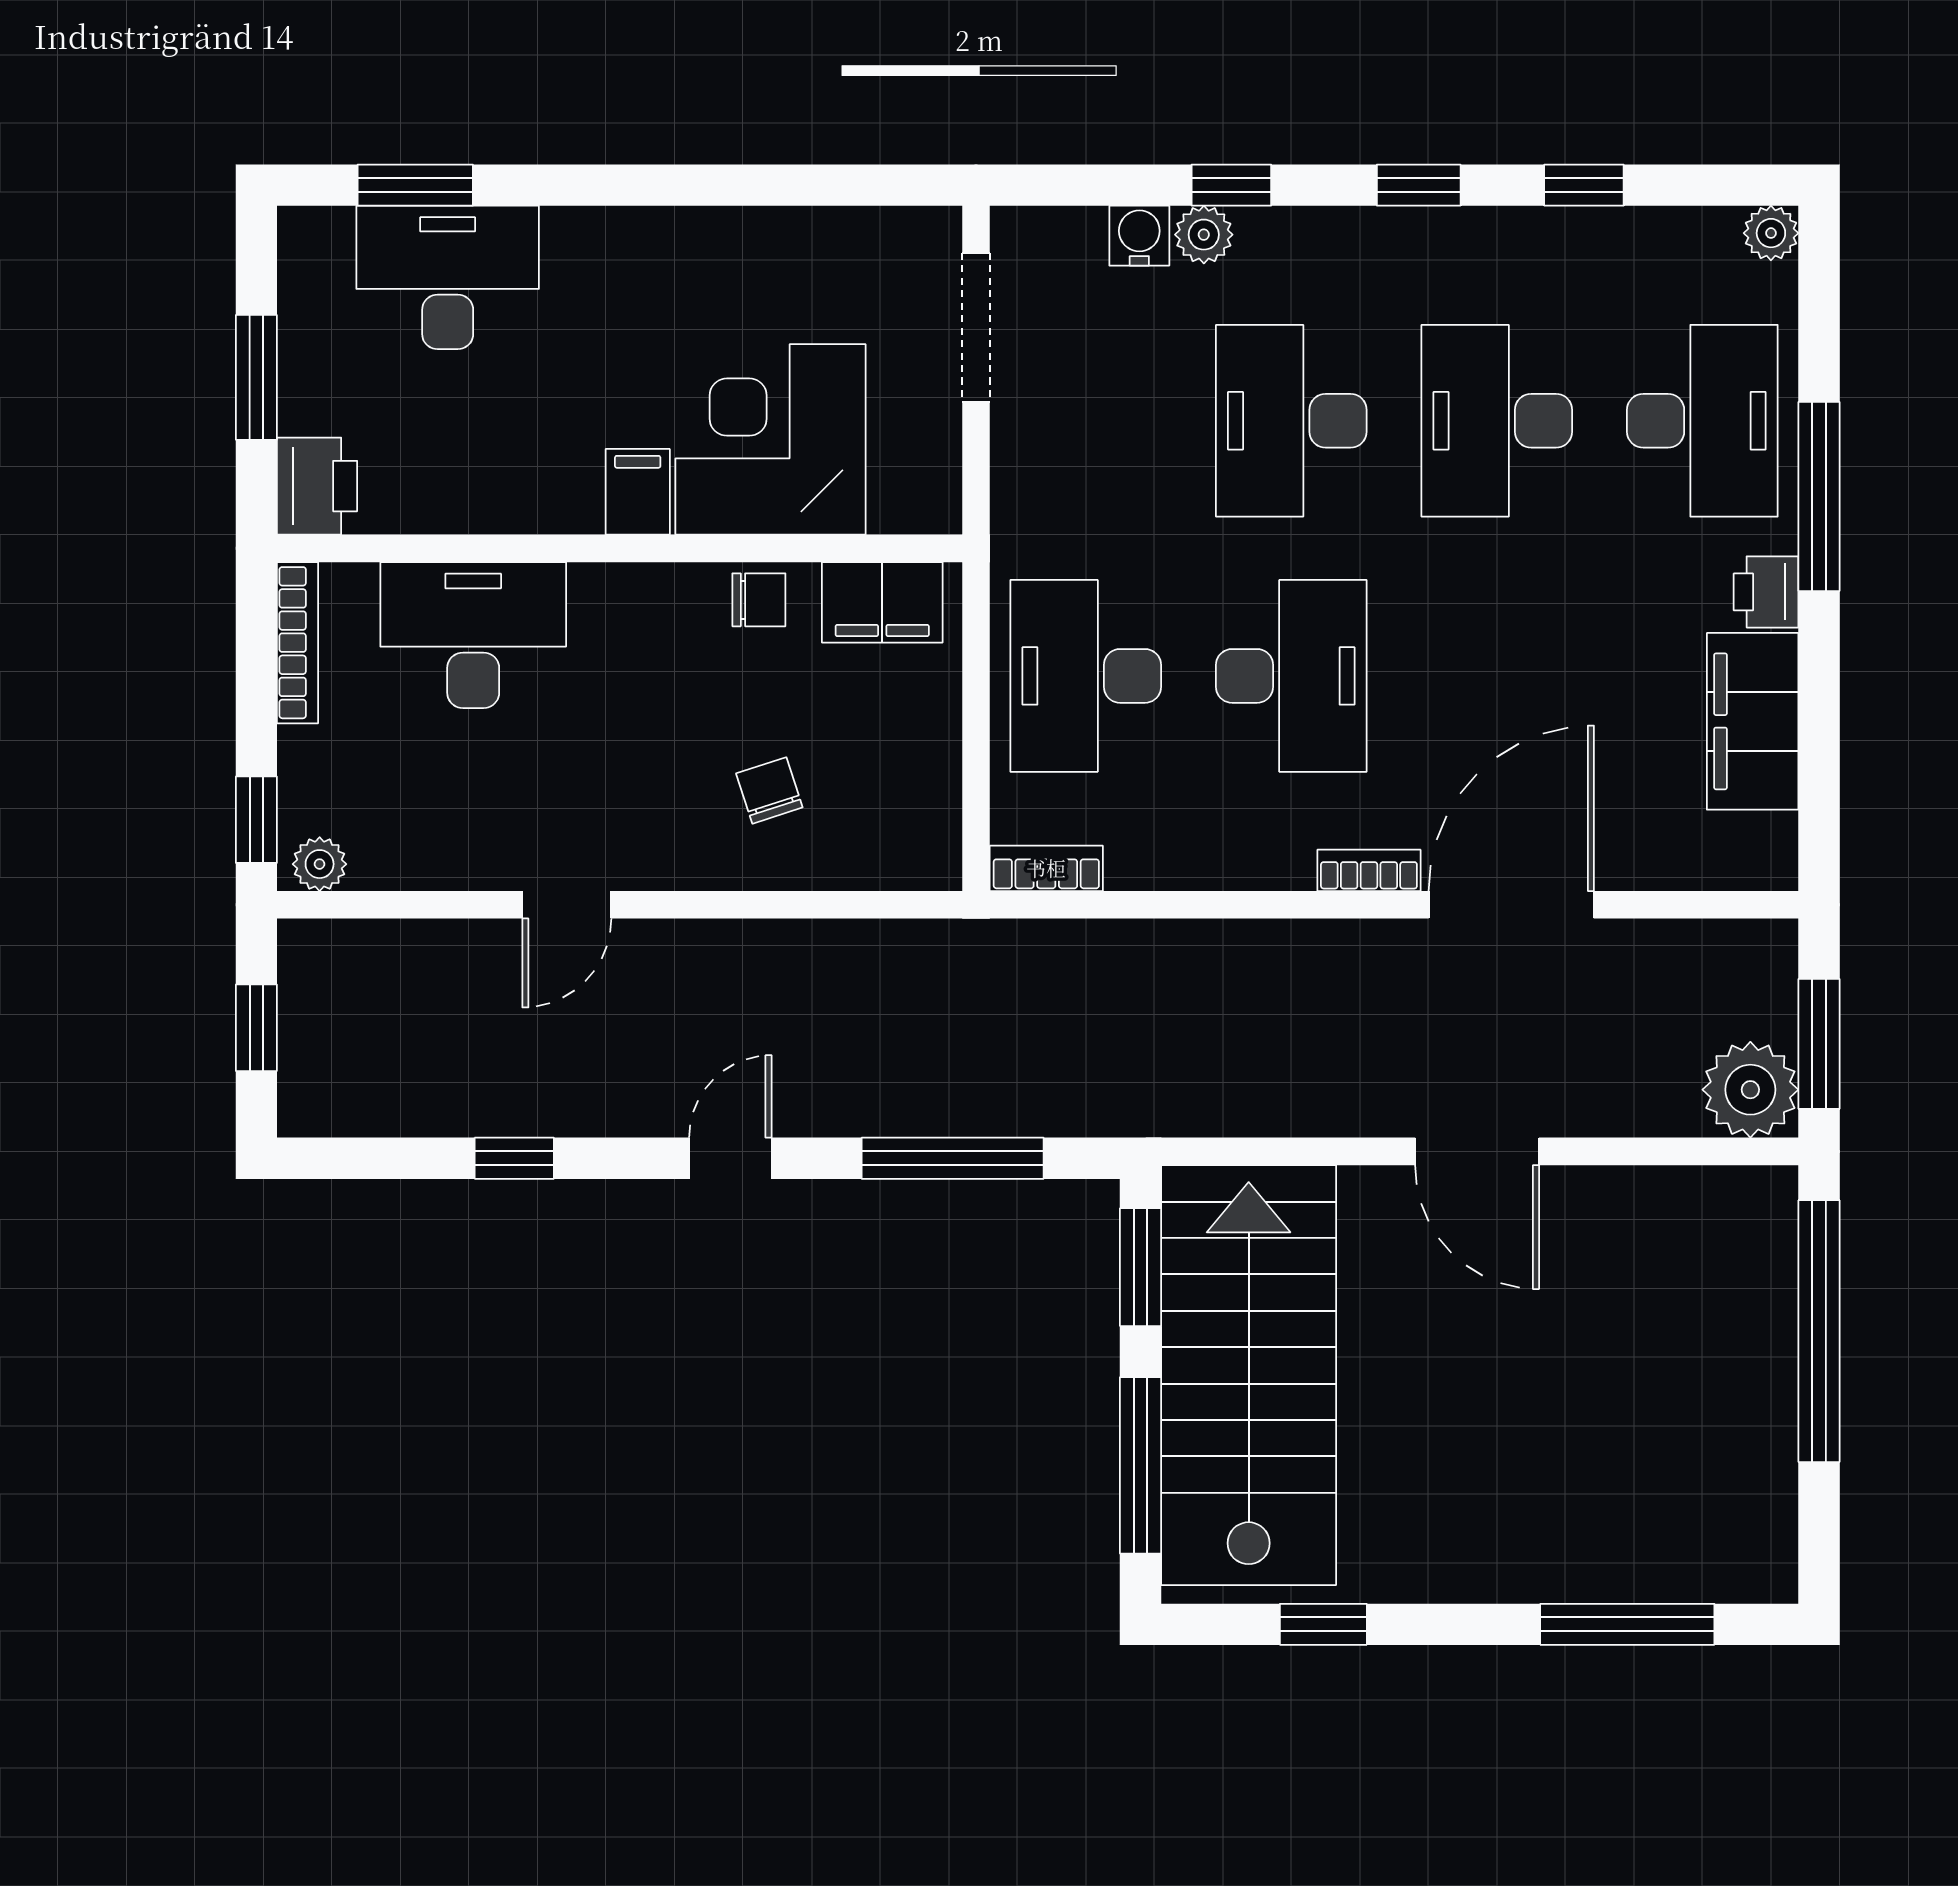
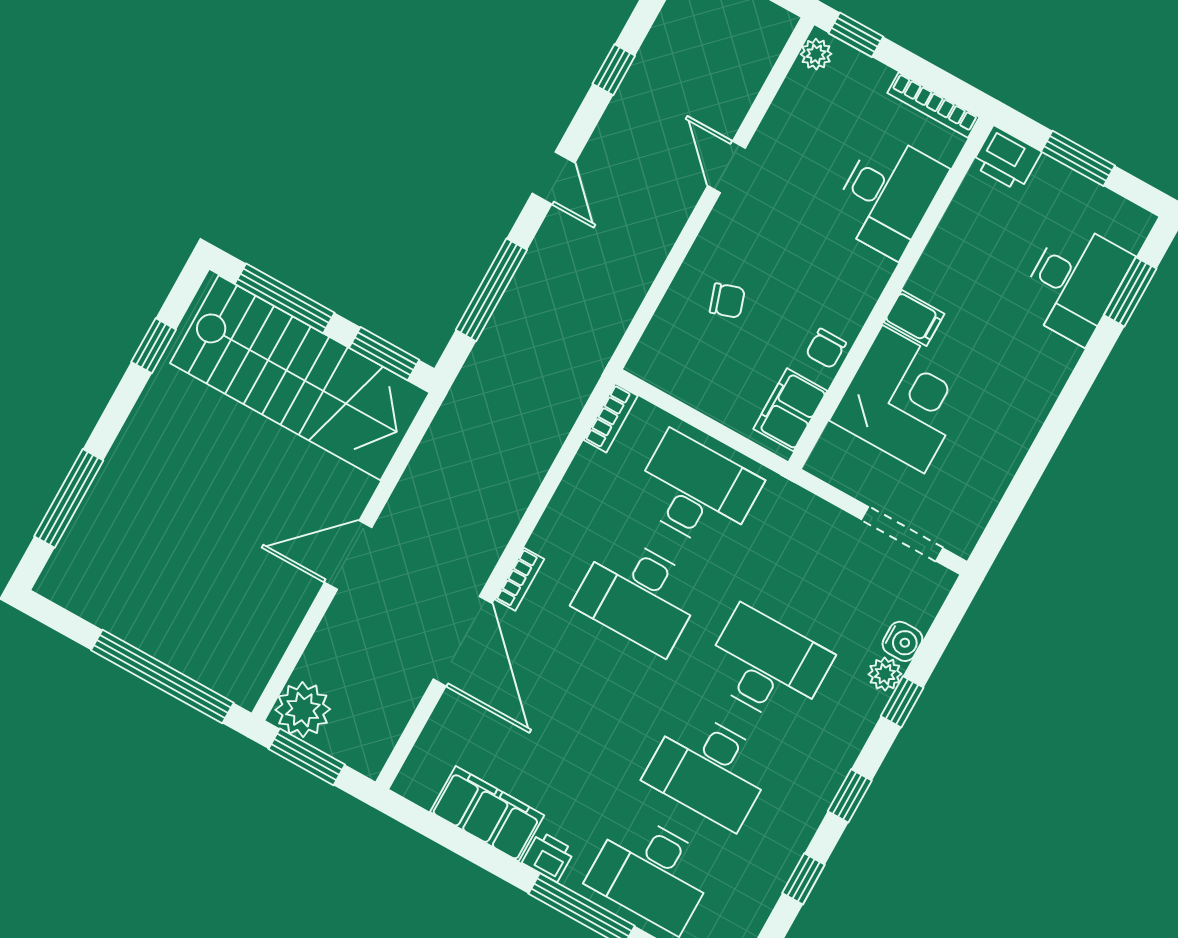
desk: (1497, 421) -> (710, 769), turned 180

